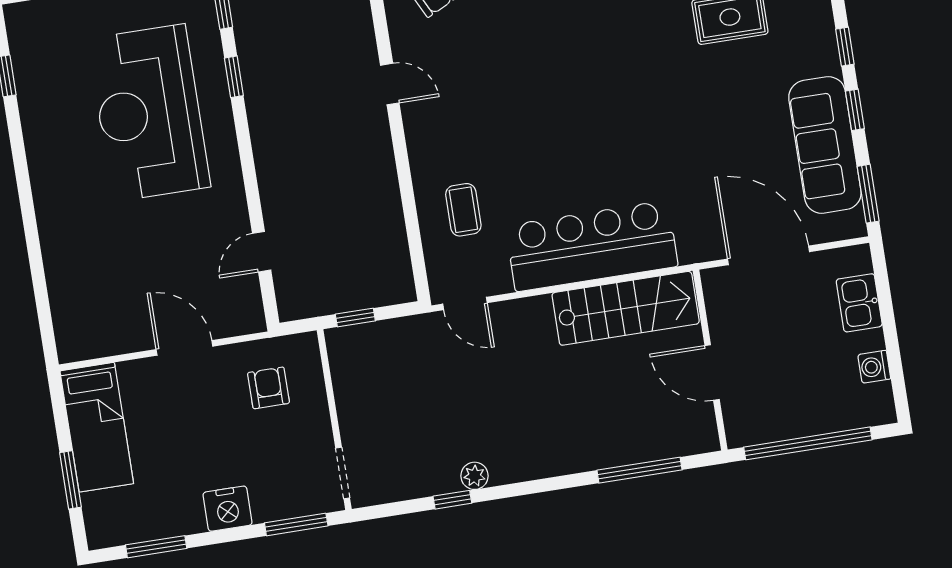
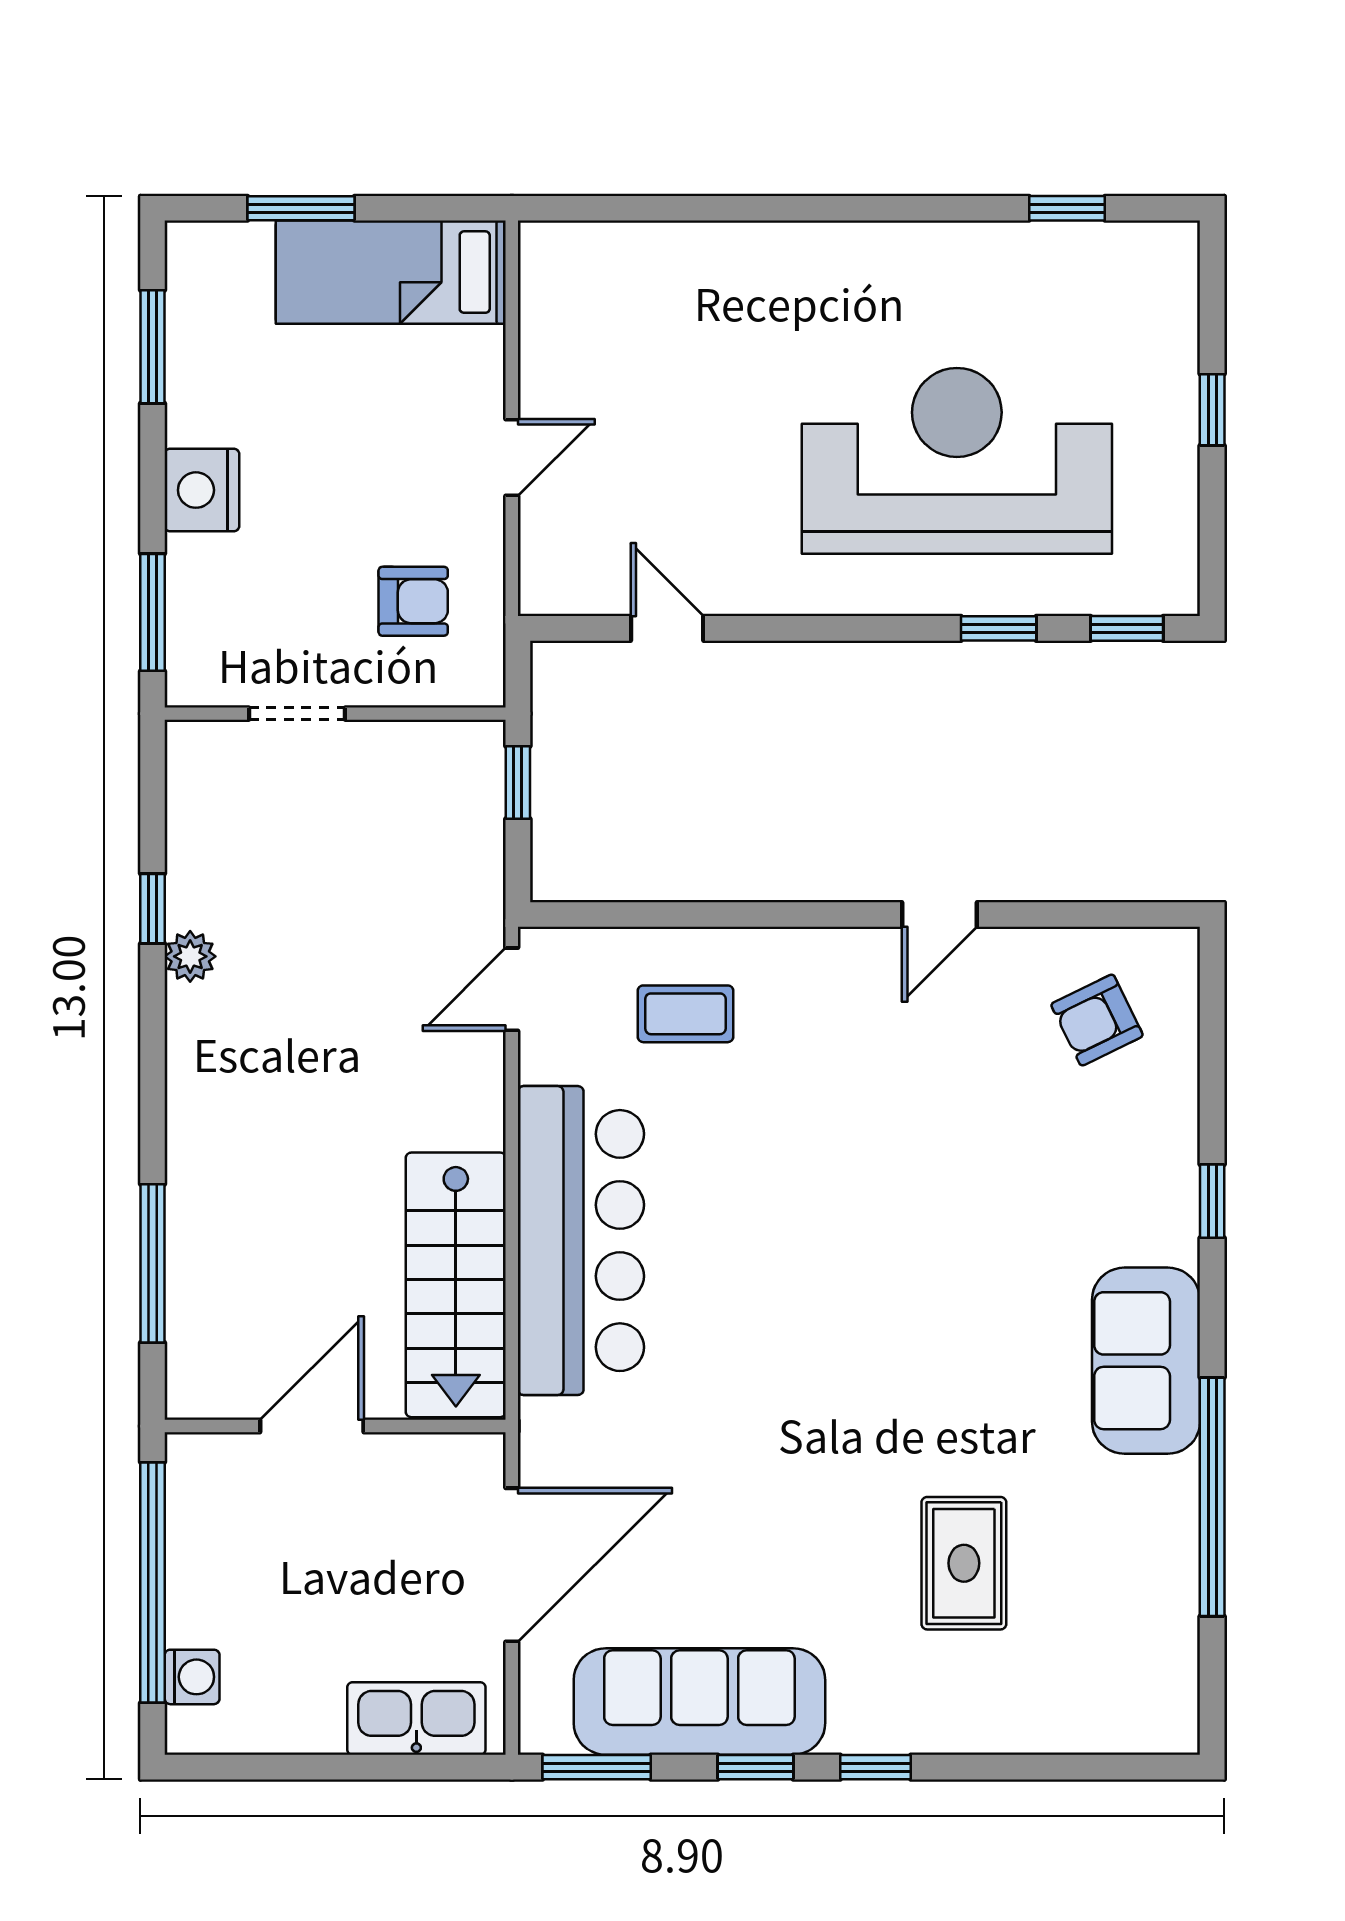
kitchen sink: (859, 303) -> (416, 1719), width x1.38
door: (184, 348) -> (512, 458), width x0.73
washing machine: (874, 367) -> (192, 1677), moved, turned 90
doorway: (343, 473) -> (297, 714), moved

